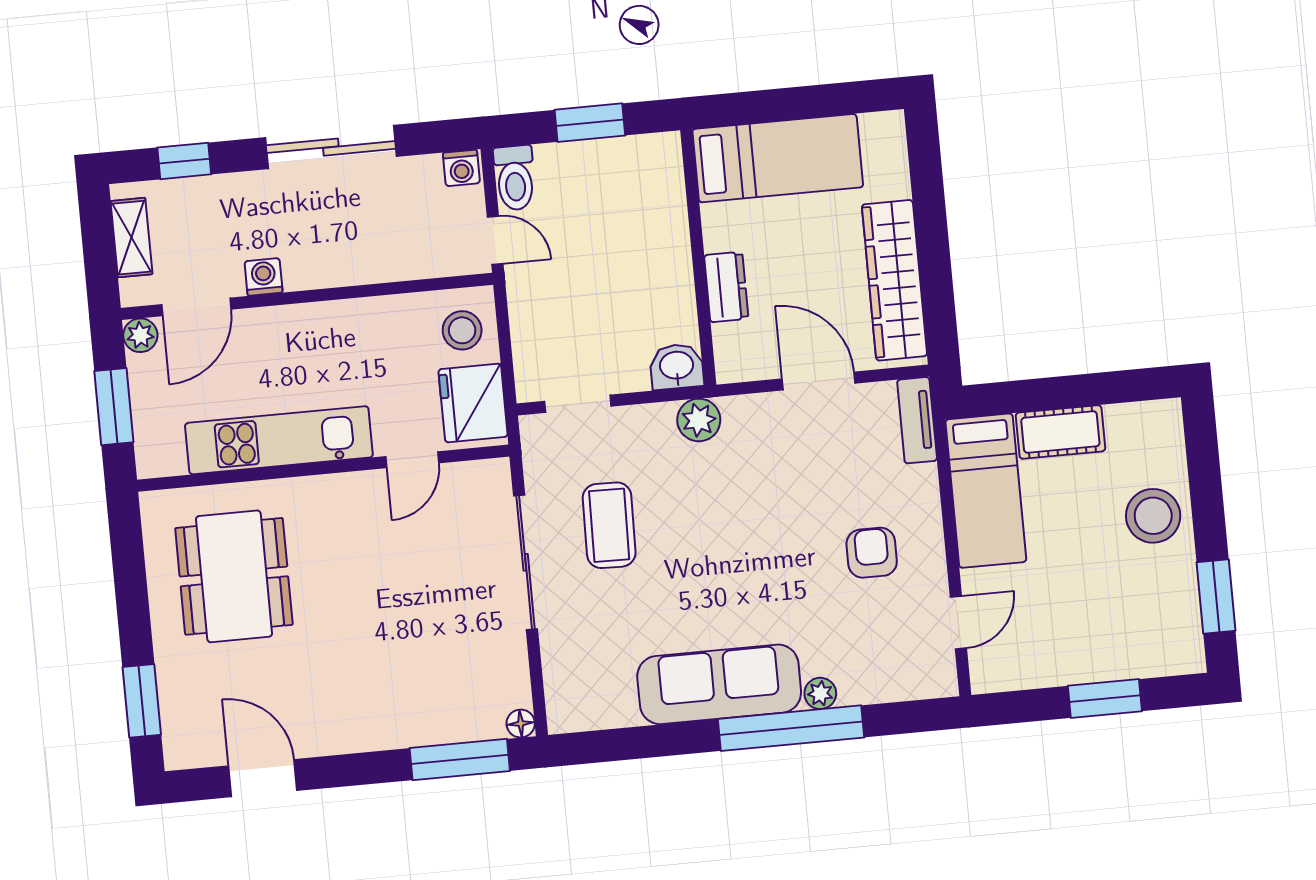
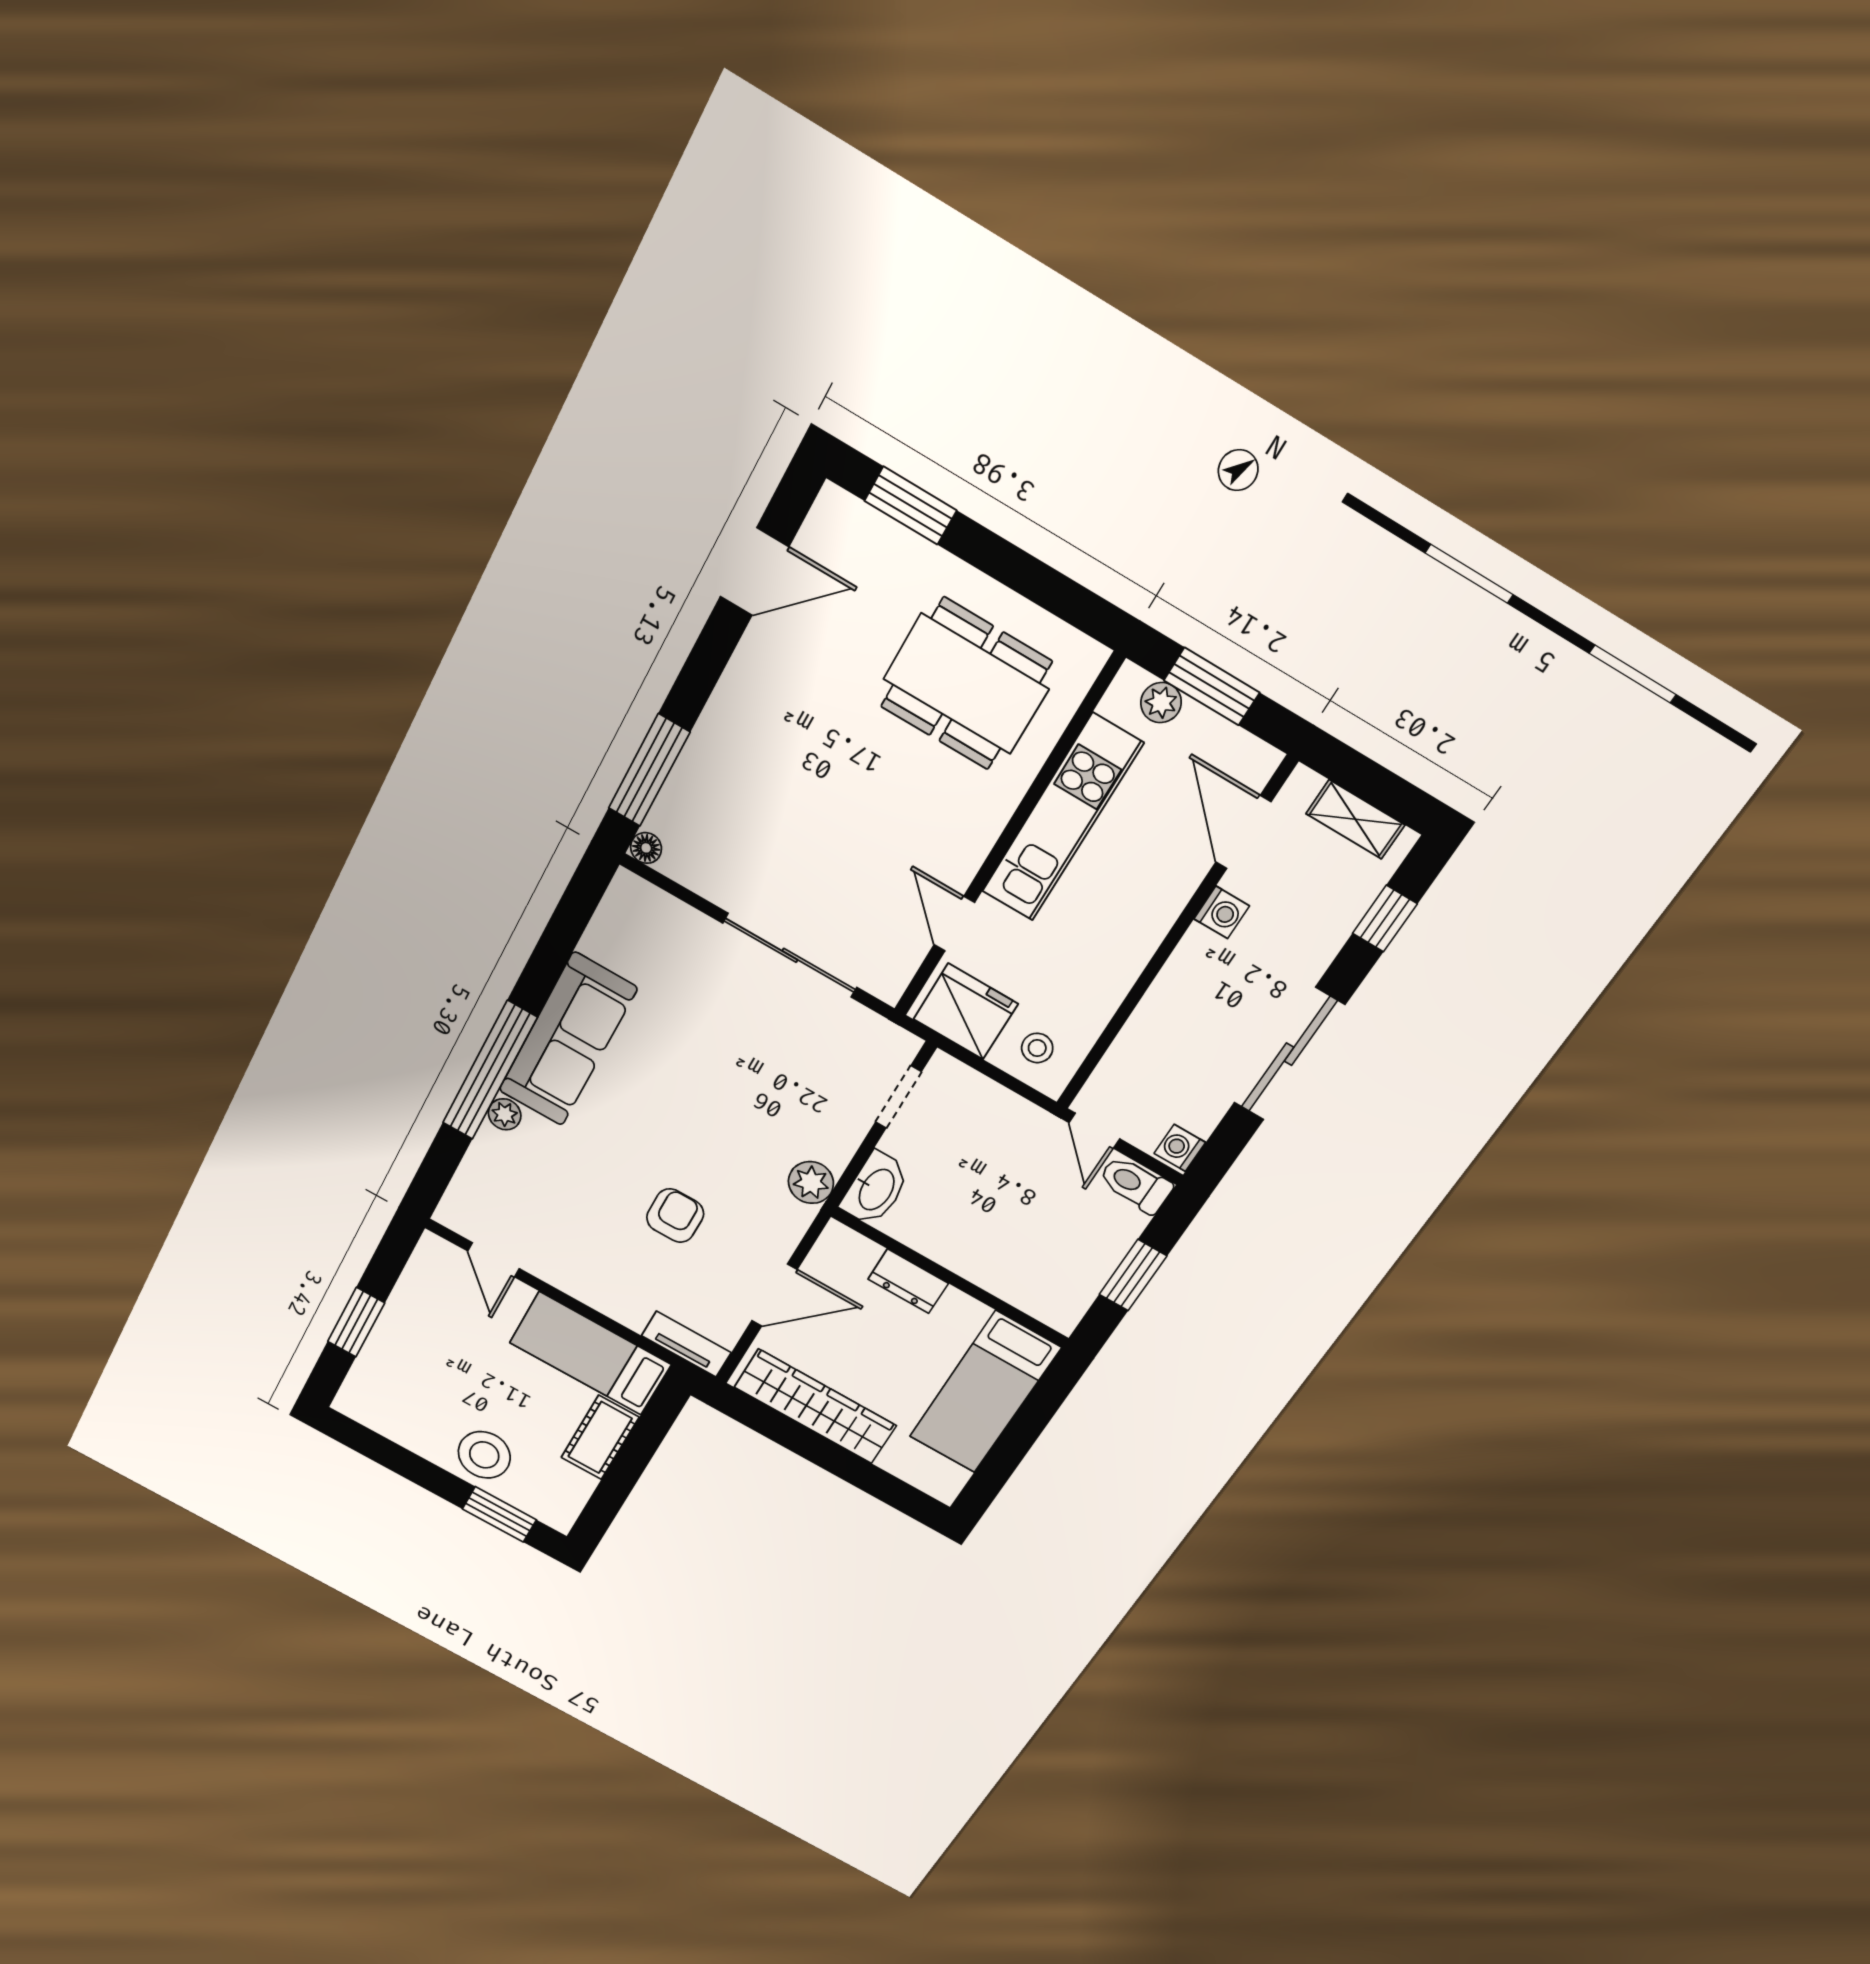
door: (495, 240) -> (1094, 1131), hinge flipped
stool: (462, 330) -> (1037, 1048), width x0.73, depth x0.73
plant: (140, 335) -> (1161, 703), moved
washbasin: (677, 366) -> (875, 1189), width x1.38
coffee table: (609, 525) -> (772, 1048), removed
armchair: (872, 553) -> (675, 1216), moved, turned -90
window: (1216, 597) -> (499, 1514), moved

